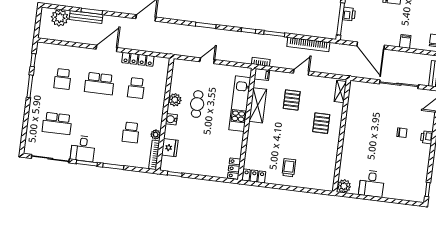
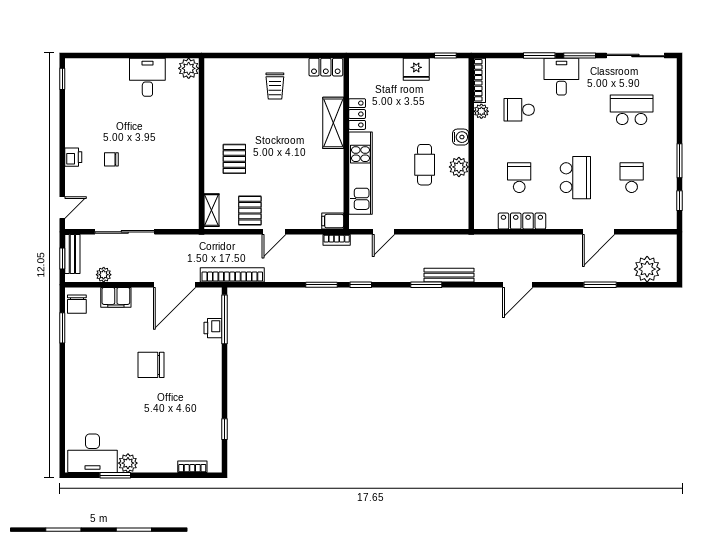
bench: (86, 17) -> (449, 275), moved
filing cabinet: (405, 41) -> (116, 297), width x2.00
bookcase: (308, 44) -> (232, 275), moved
door: (371, 46) -> (175, 285), swing flipped
door: (107, 48) -> (599, 232), moved
plant: (416, 58) -> (104, 275), added
door: (207, 61) -> (384, 232), moved
school desk: (99, 83) -> (575, 178), turned 90
pallet: (292, 100) -> (250, 211), moved
shelving: (258, 105) -> (333, 123), moved
school desk: (131, 132) -> (519, 110), turned -90
fridge: (170, 148) -> (416, 69), moved, turned -90
desk: (83, 149) -> (561, 77), moved
locker: (234, 169) -> (357, 114), moved

